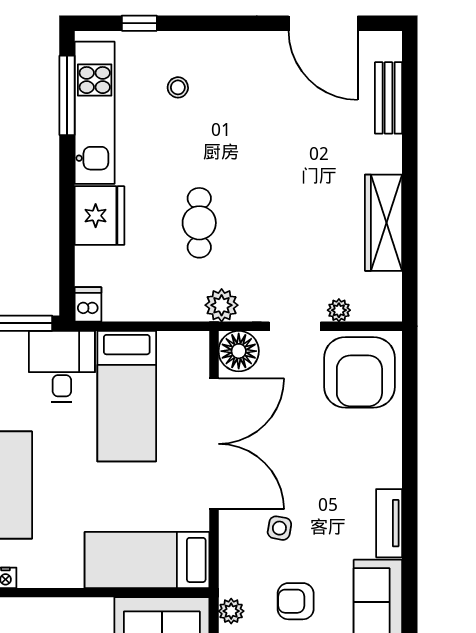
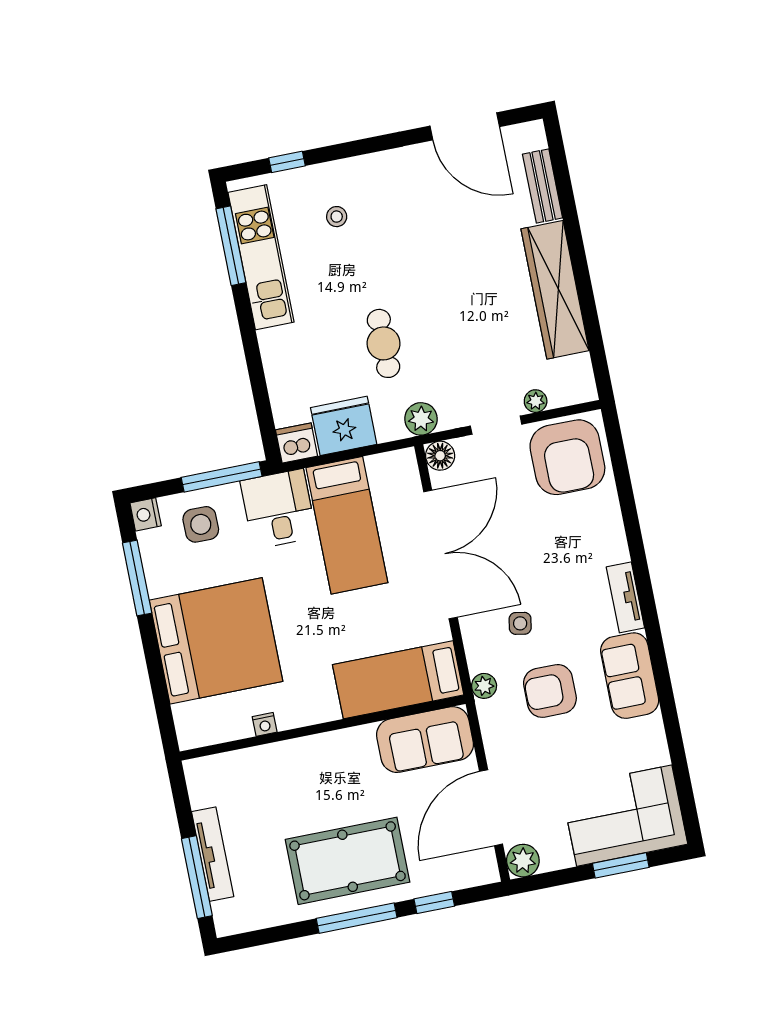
fridge: (99, 216) -> (344, 426), moved, turned -90
wardrobe: (384, 223) -> (555, 290), width x1.40, depth x1.17
dishwasher: (88, 304) -> (297, 443), width x1.38
floor lamp: (239, 351) -> (440, 456), width x0.73, depth x0.73
armchair: (296, 601) -> (550, 691), width x1.38, depth x1.38
plant: (231, 611) -> (484, 686), moved

